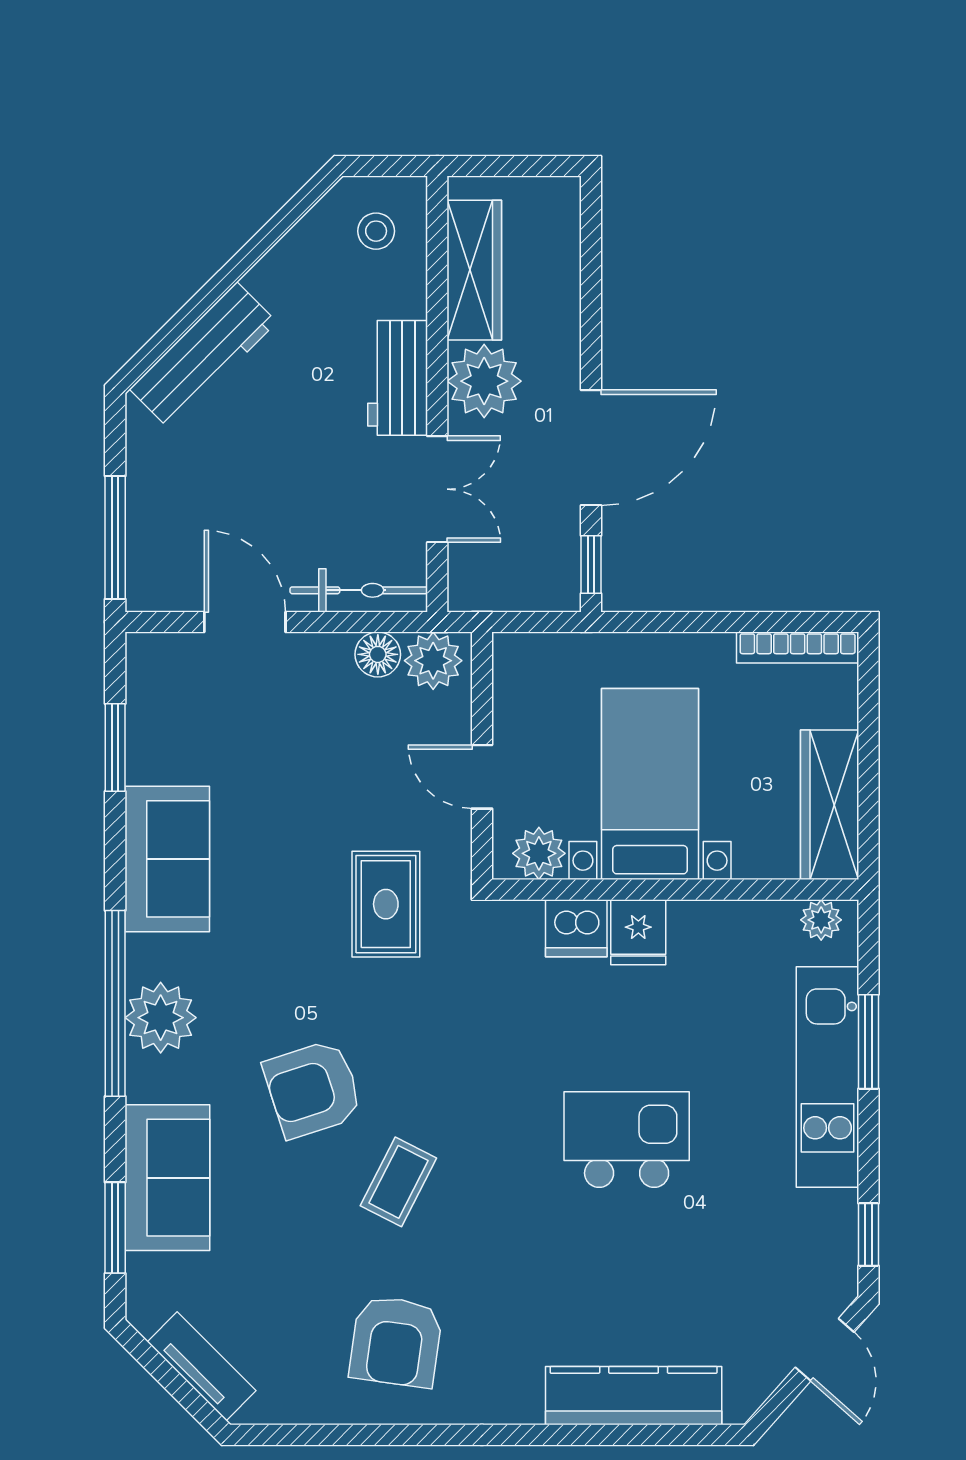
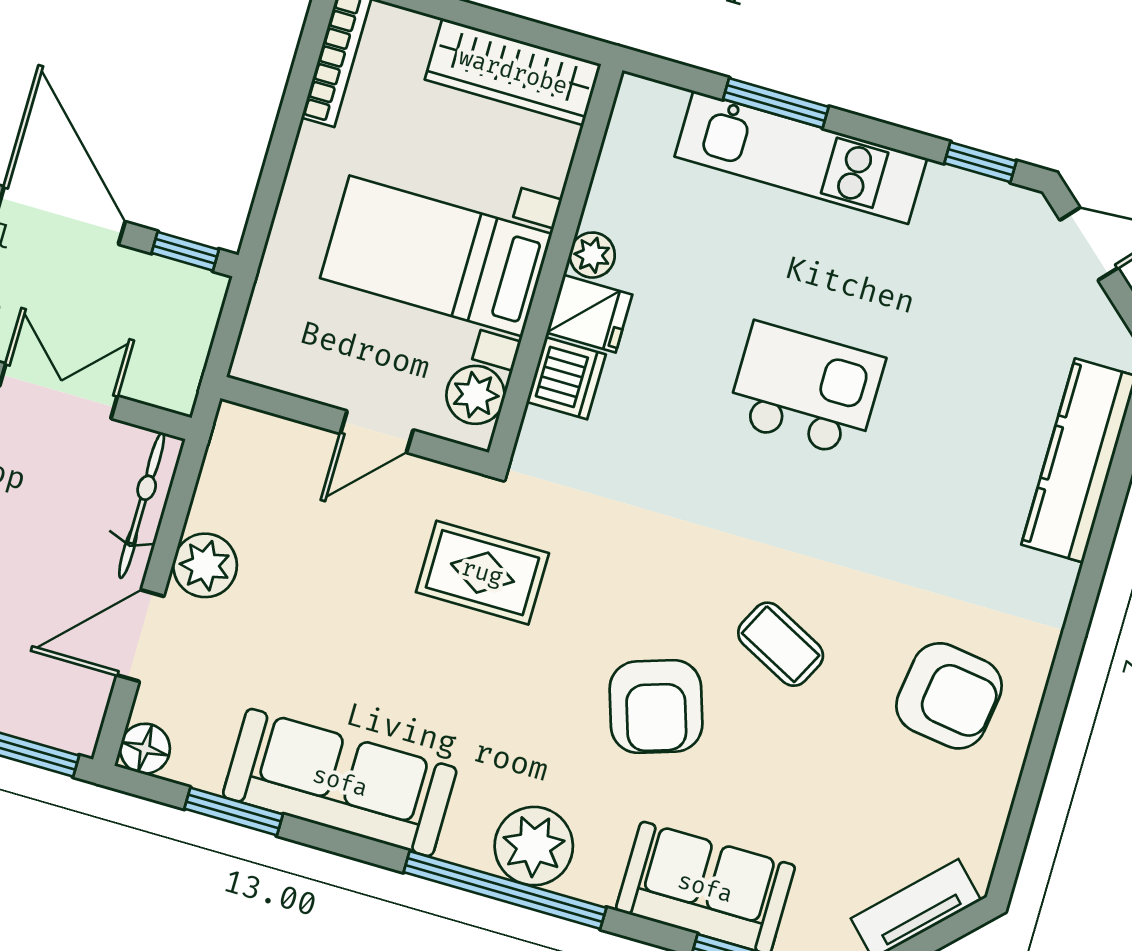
floor lamp: (378, 654) -> (145, 749), moved
plant: (433, 661) -> (205, 565), moved
sofa: (167, 859) -> (340, 782), width x1.36
plant: (821, 920) -> (592, 255), moved
kitchen island: (627, 1140) -> (806, 389), turned 90

